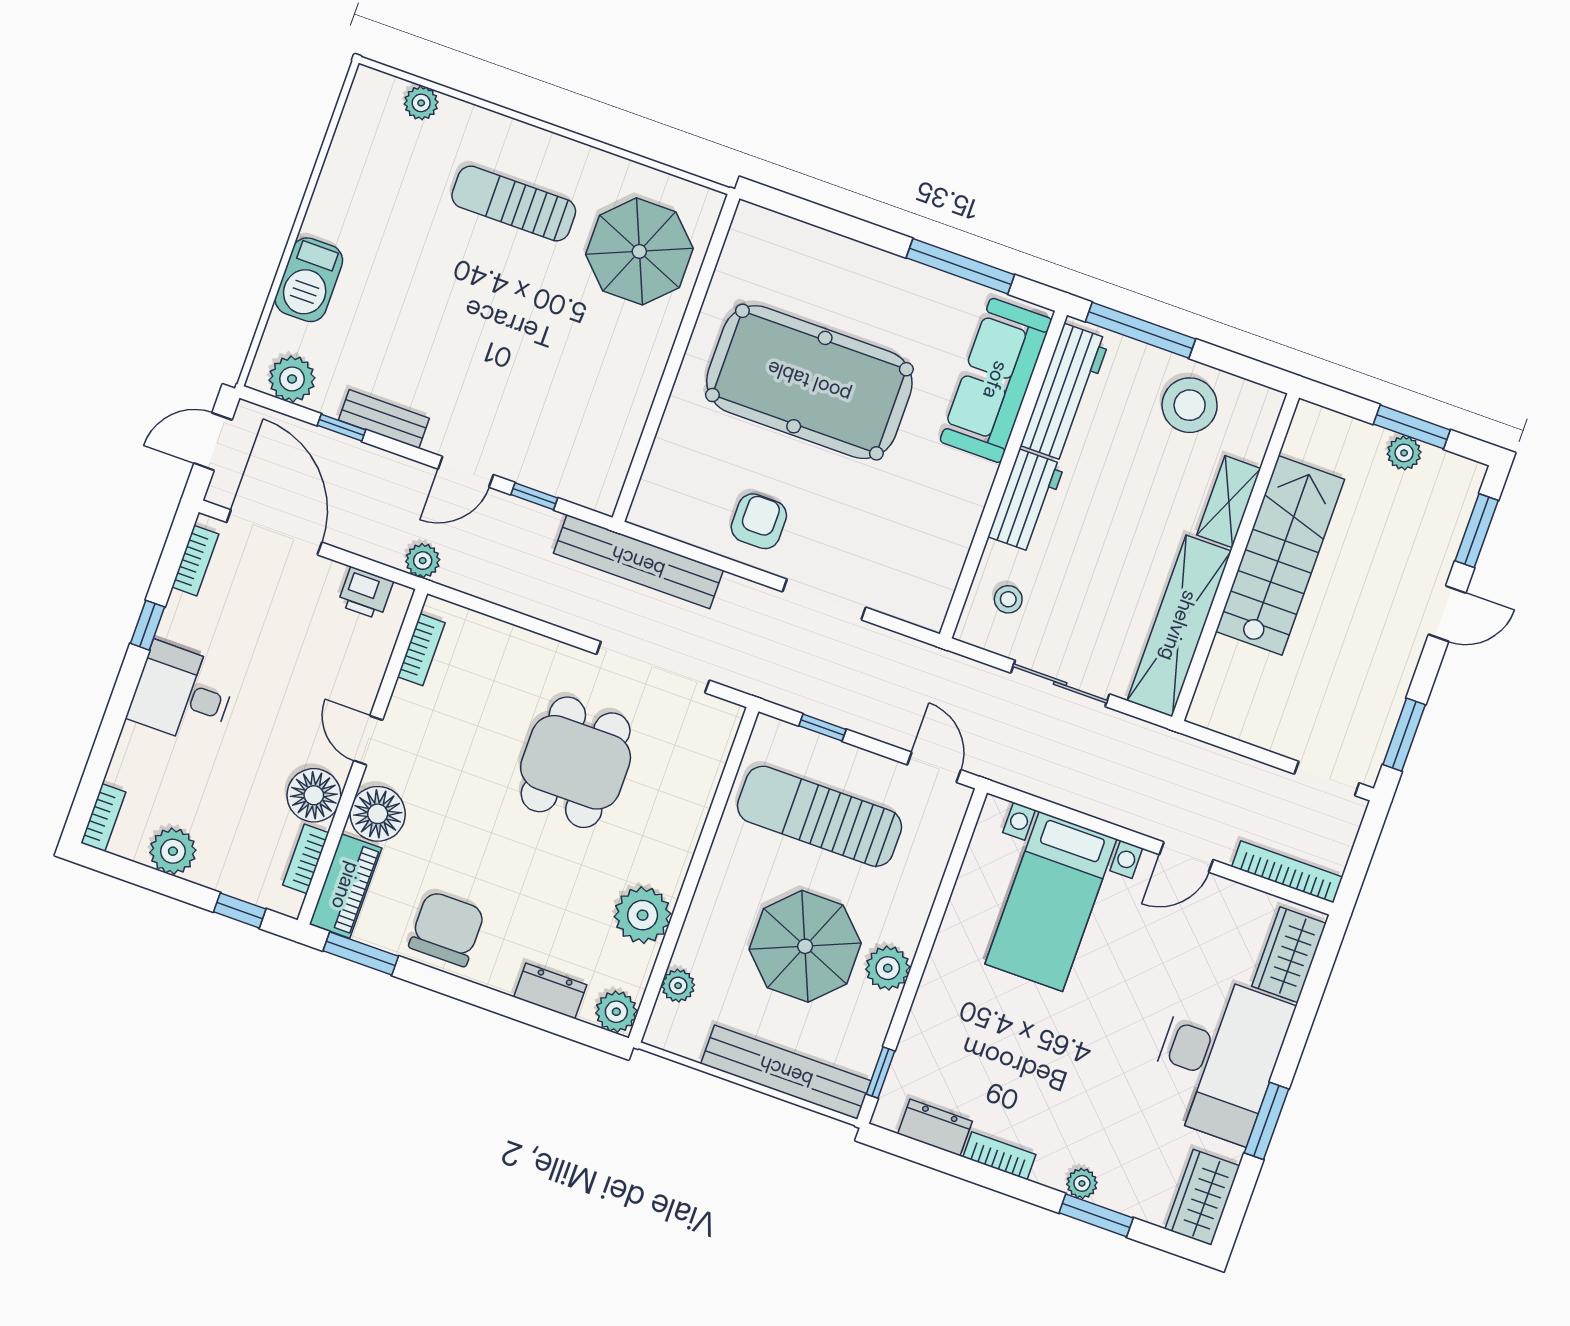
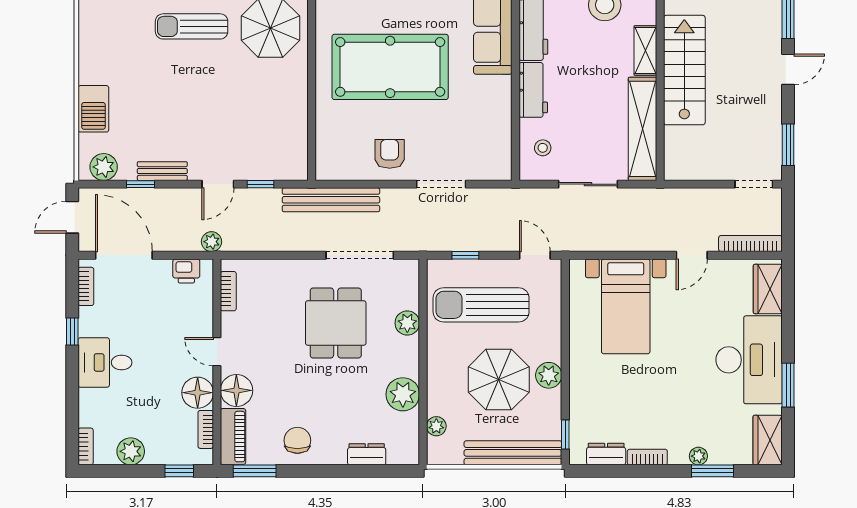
chair: (447, 929) -> (297, 440), width x0.73, depth x0.73
plant: (616, 1012) -> (407, 323), moved

